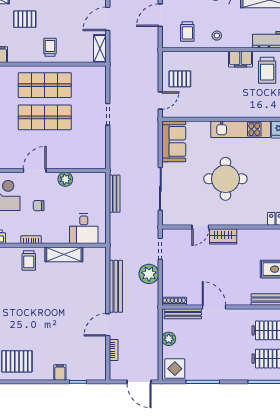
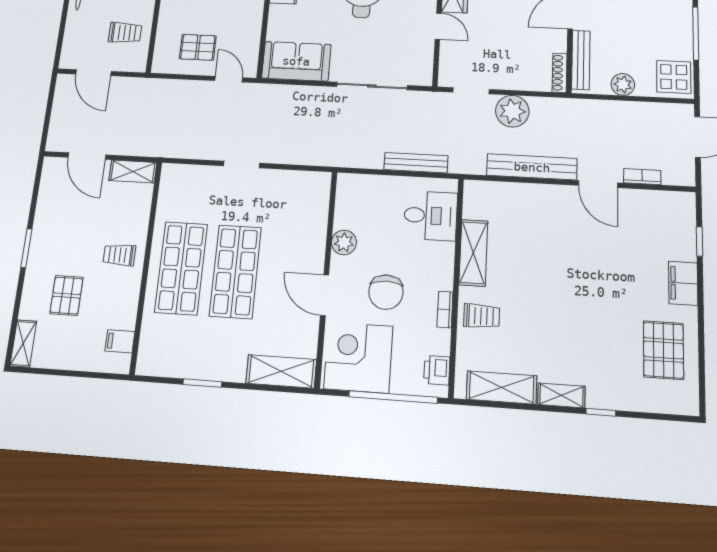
pallet: (180, 79) -> (198, 47), turned 90
bench: (115, 194) -> (416, 163), moved
chair: (39, 206) -> (386, 292), width x1.87, depth x1.87
filing cabinet: (60, 372) -> (683, 283), width x2.00

